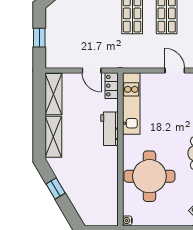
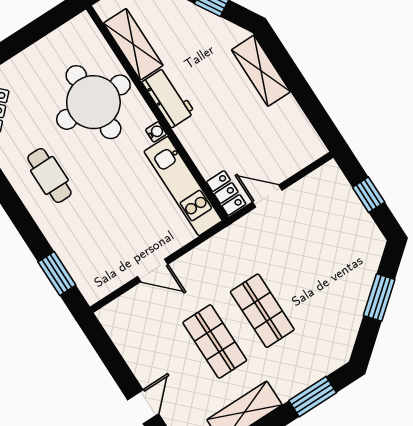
shelving: (53, 94) -> (133, 44), moved
workbench: (109, 129) -> (168, 97), moved
water cooler: (127, 221) -> (156, 132), moved

